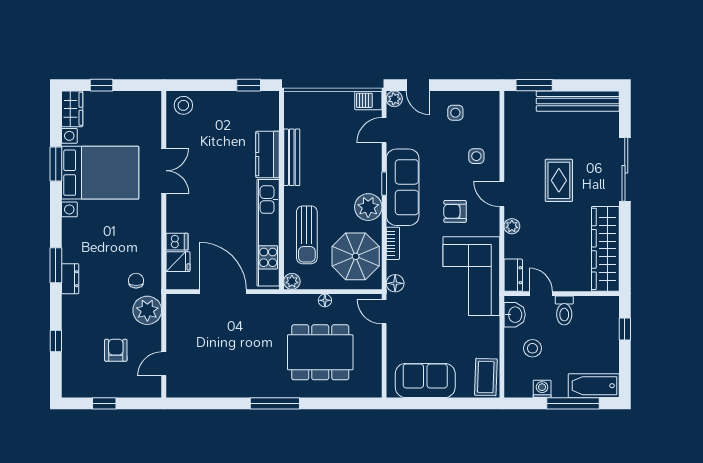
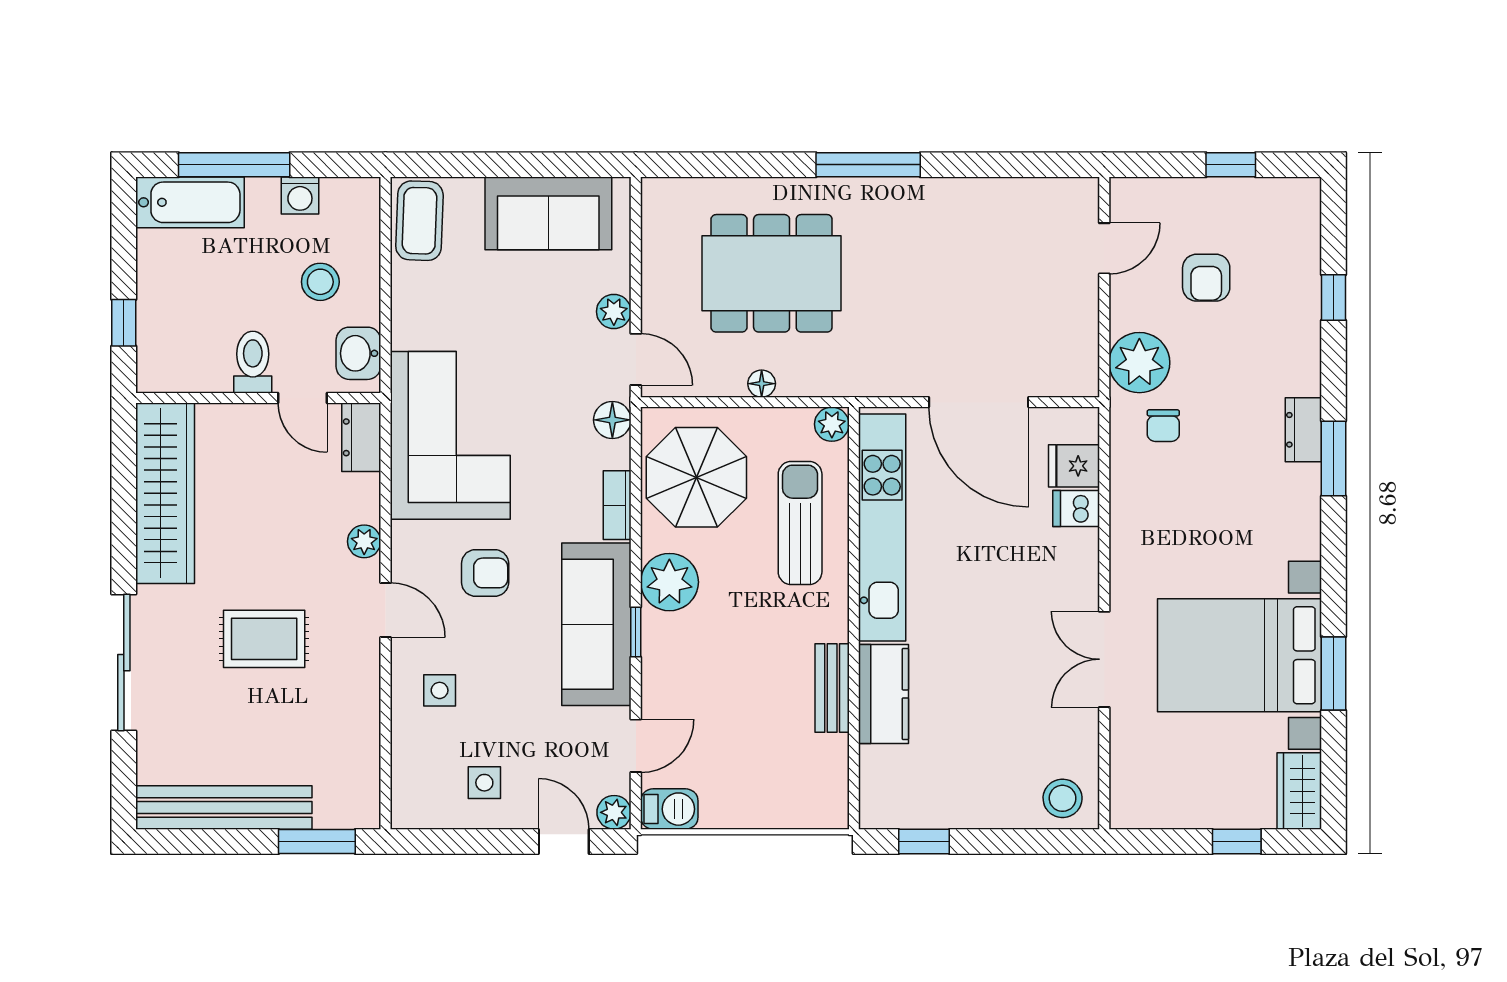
bench: (292, 157) -> (832, 688), width x0.73
rug: (559, 180) -> (264, 639), turned 90
plant: (394, 334) -> (614, 312), added

